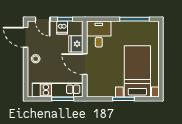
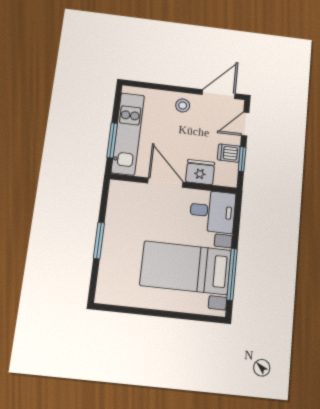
door: (85, 64) -> (165, 183), hinge flipped
bed with nightstands: (137, 71) -> (186, 268), moved, turned 180

